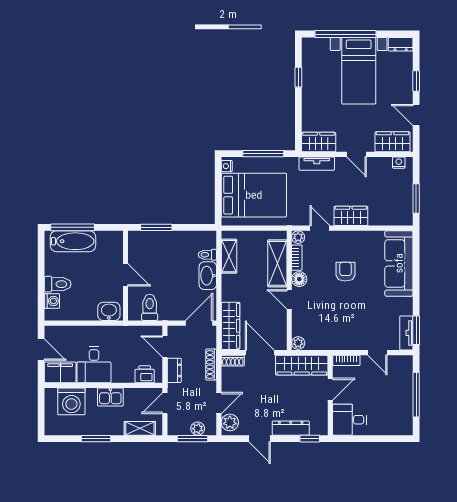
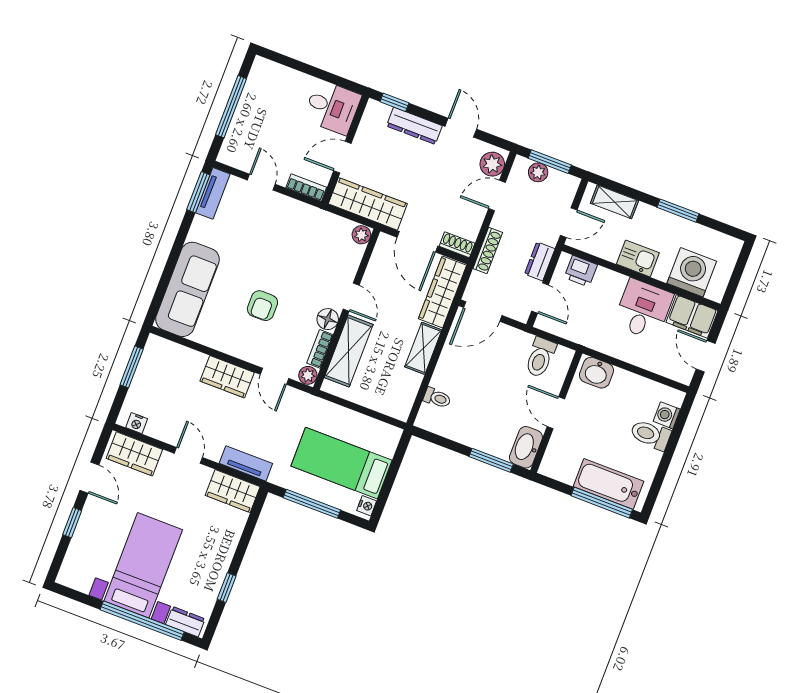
dresser: (401, 44) -> (185, 622), moved
bed: (254, 195) -> (342, 463), width x0.67
shelving: (229, 256) -> (423, 348), moved
washbasin: (208, 276) -> (526, 447), moved, turned 180

